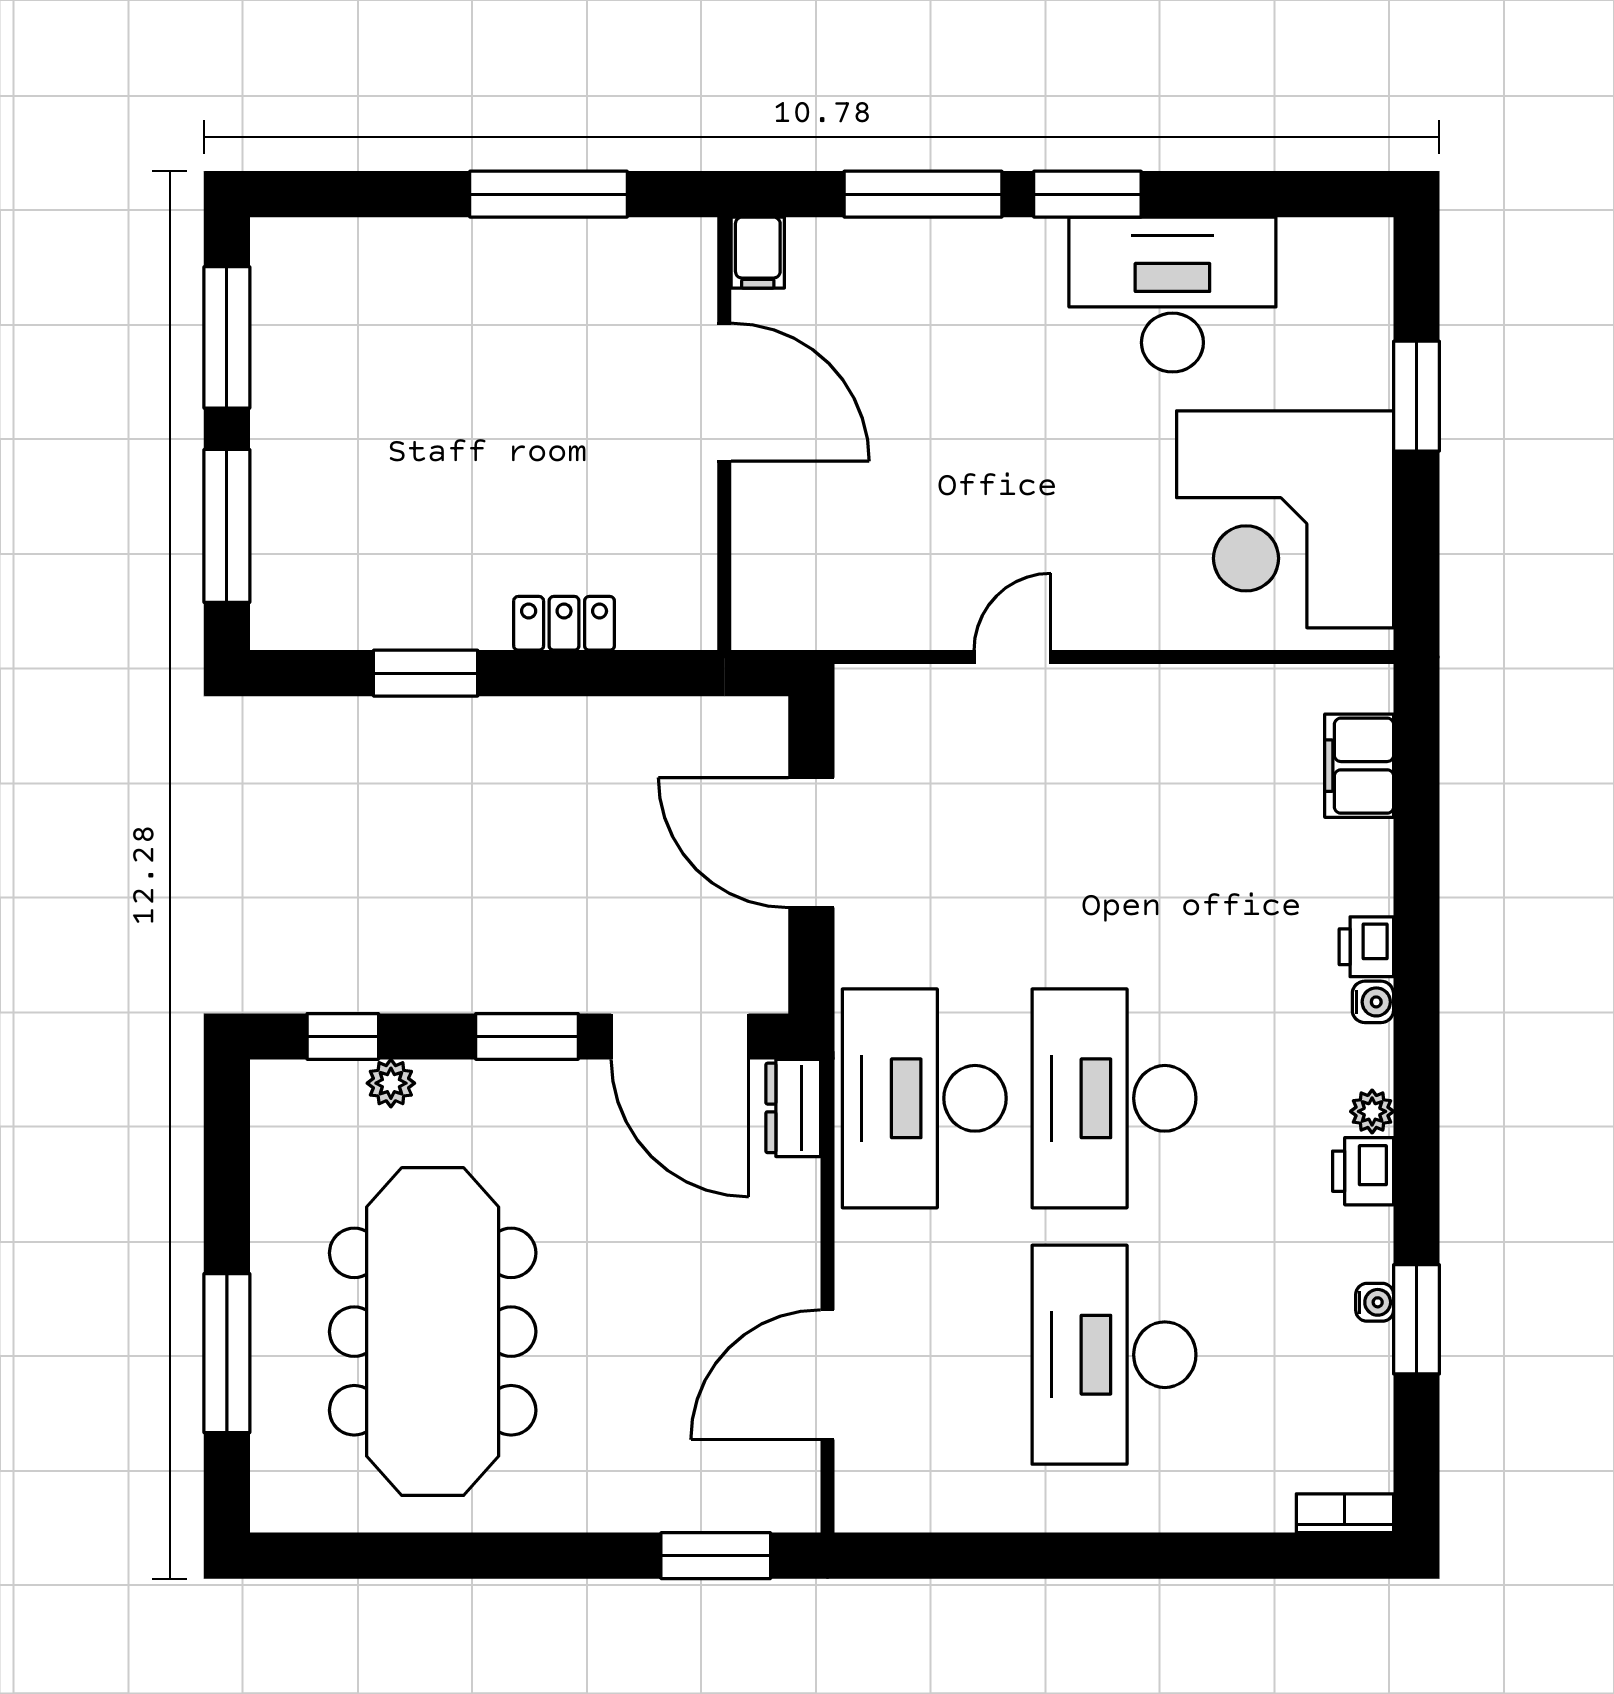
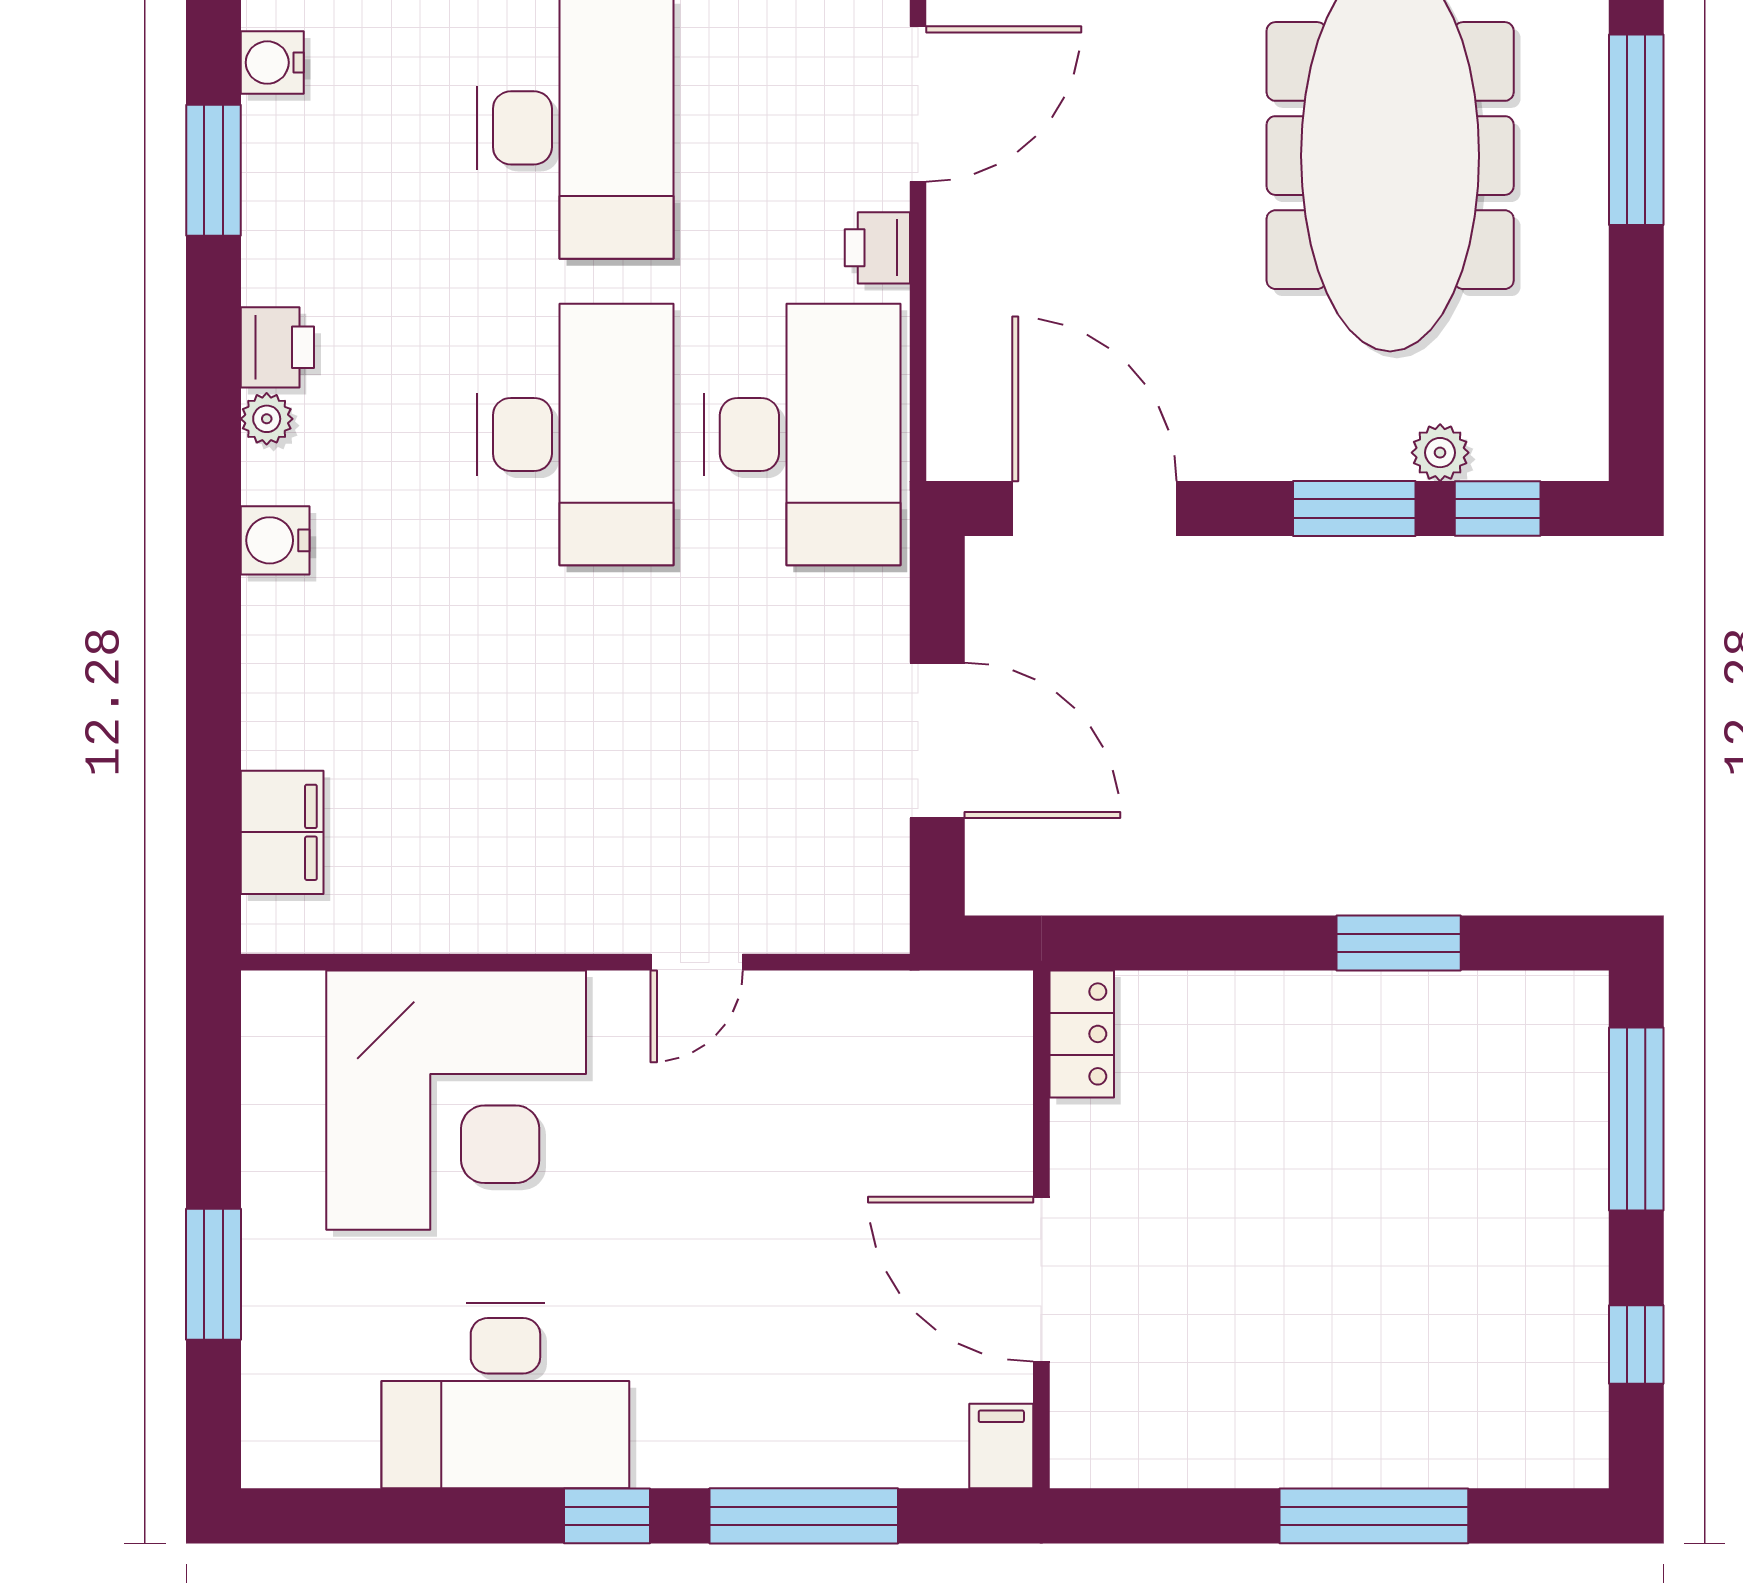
window: (548, 194) -> (1374, 1516), moved
window: (1087, 194) -> (607, 1516), width x0.67
window: (227, 337) -> (1636, 1344), width x0.46
corner desk: (1285, 519) -> (456, 1100), moved, turned 90
locker: (564, 623) -> (1082, 1034), moved, turned -90
printer: (1366, 947) -> (877, 248), moved, turned 180
water cooler: (1373, 1002) -> (275, 540), width x1.38, depth x1.38
window: (527, 1036) -> (1354, 508), moved
dresser: (793, 1108) -> (959, 423), removed
water cooler: (1375, 1302) -> (272, 63), moved, width x1.38, depth x1.38

